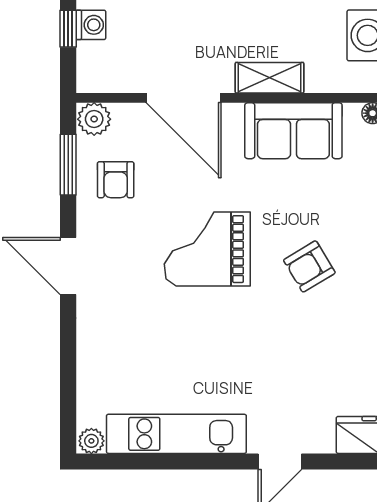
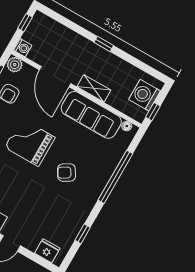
washing machine: (91, 25) -> (23, 48), moved
sofa: (293, 131) -> (91, 115), width x1.36

